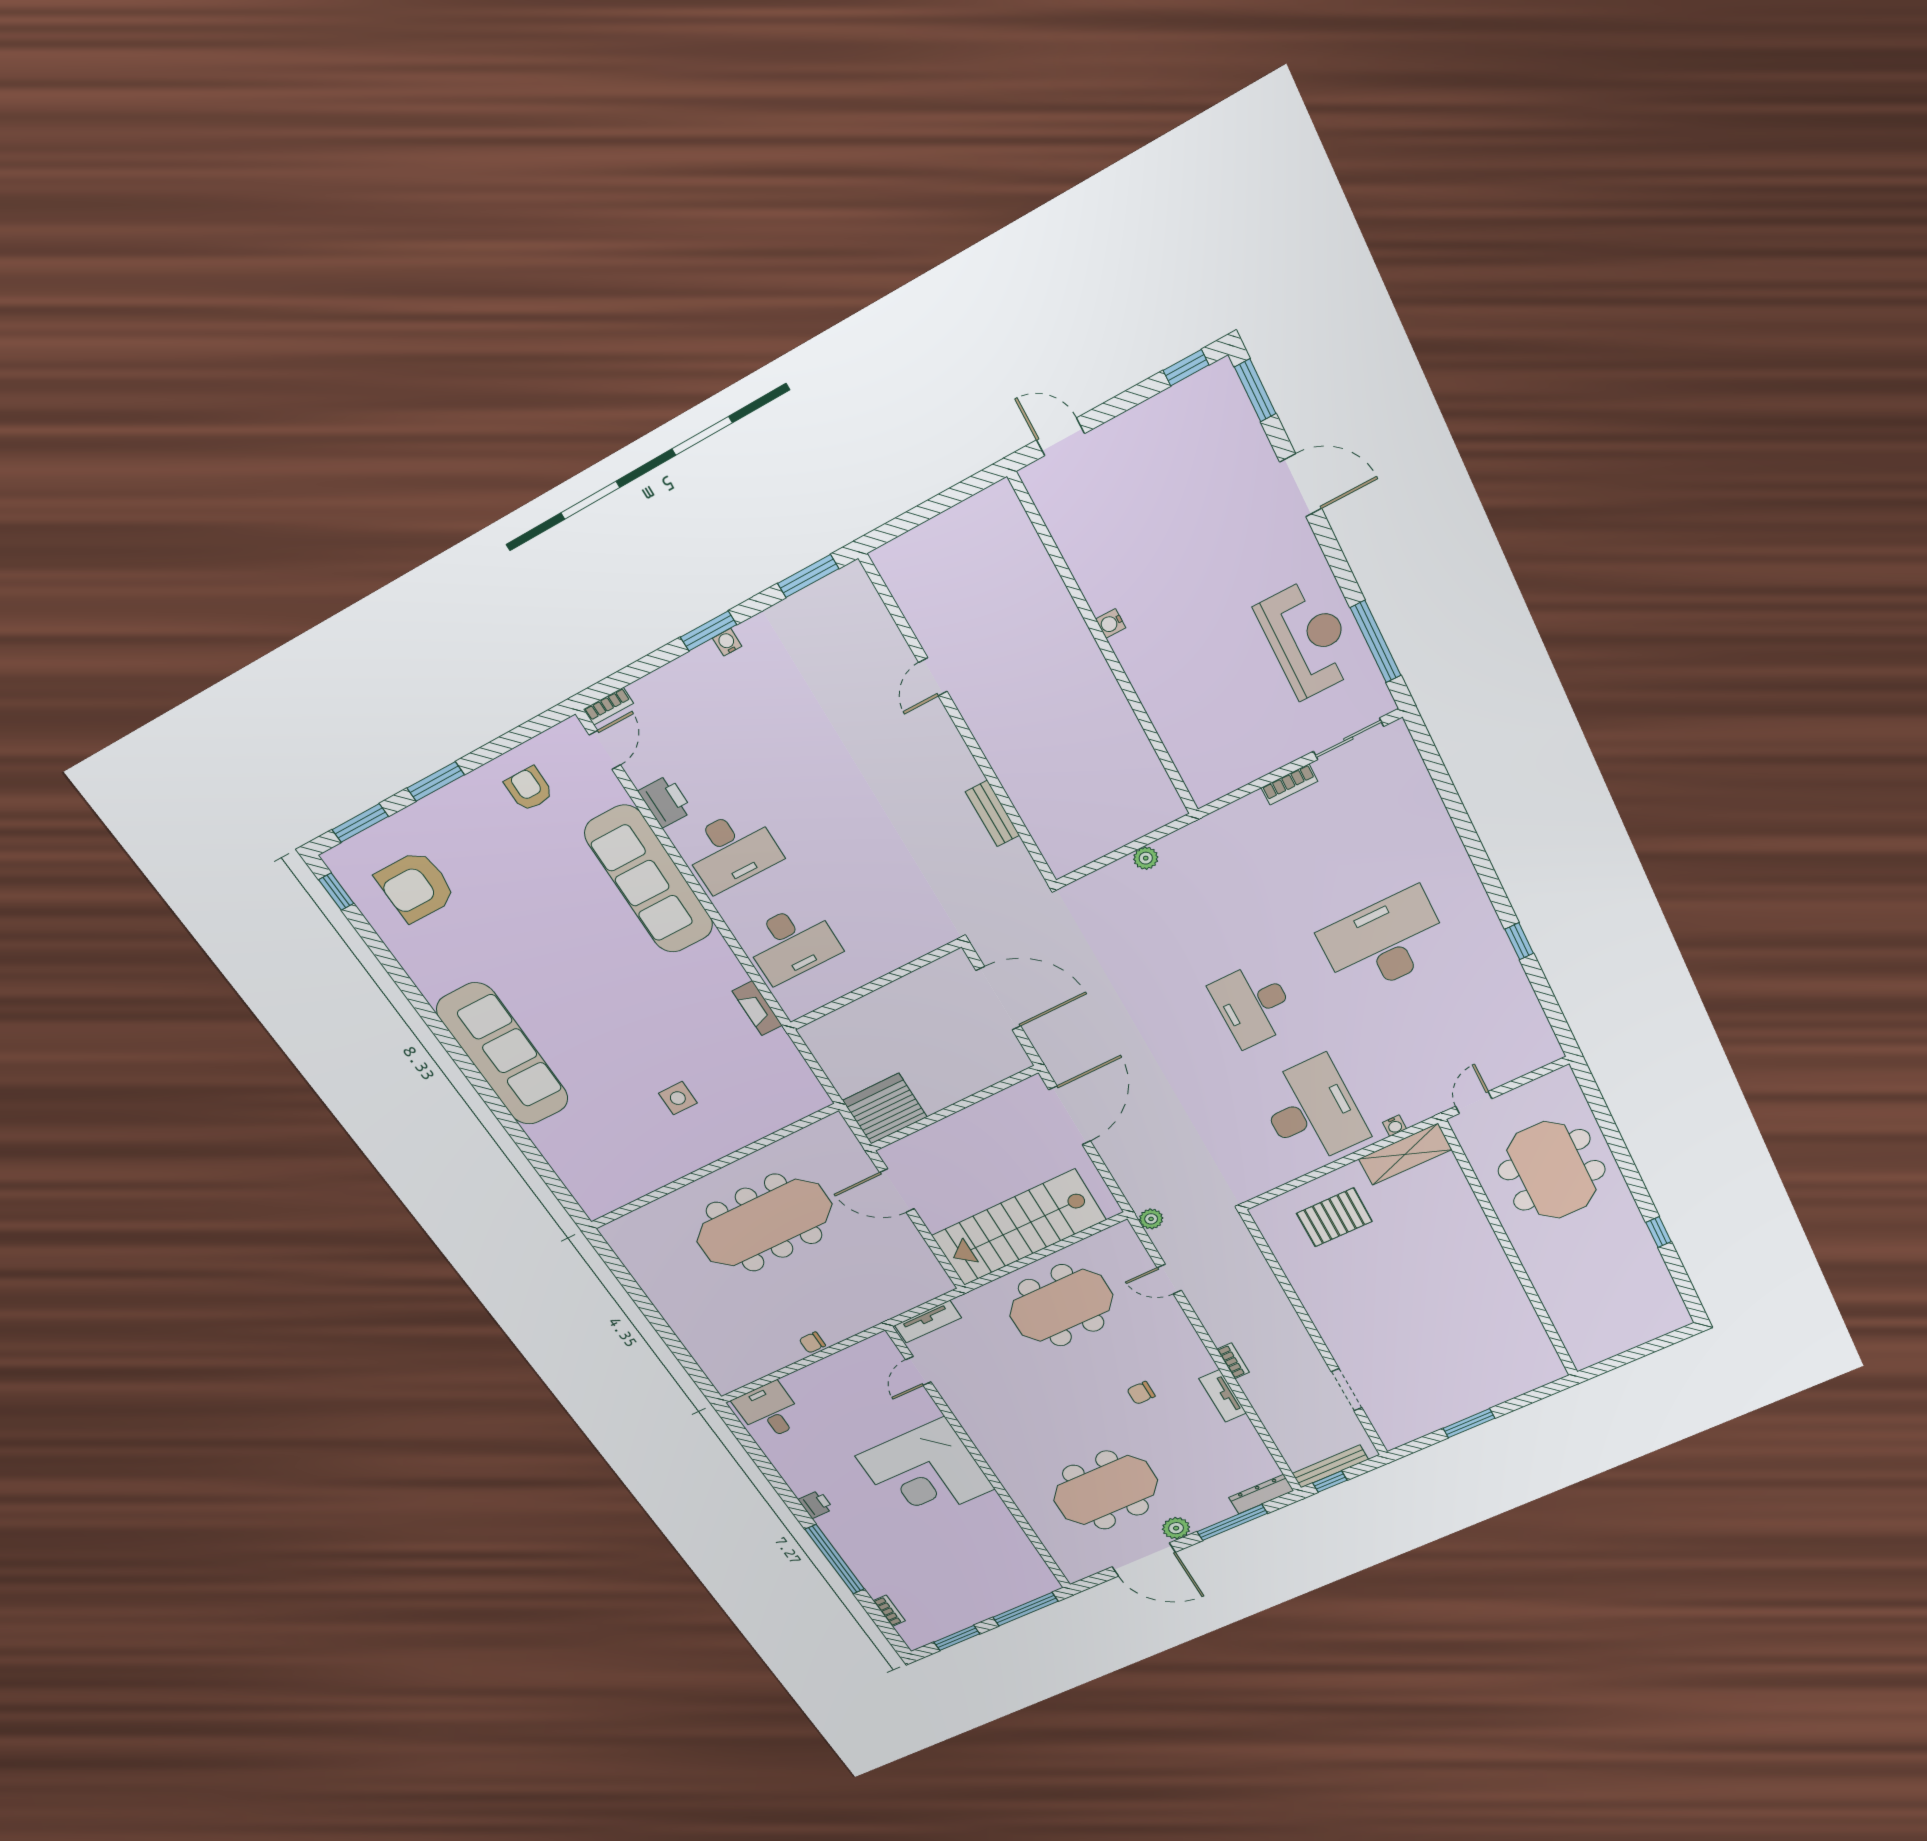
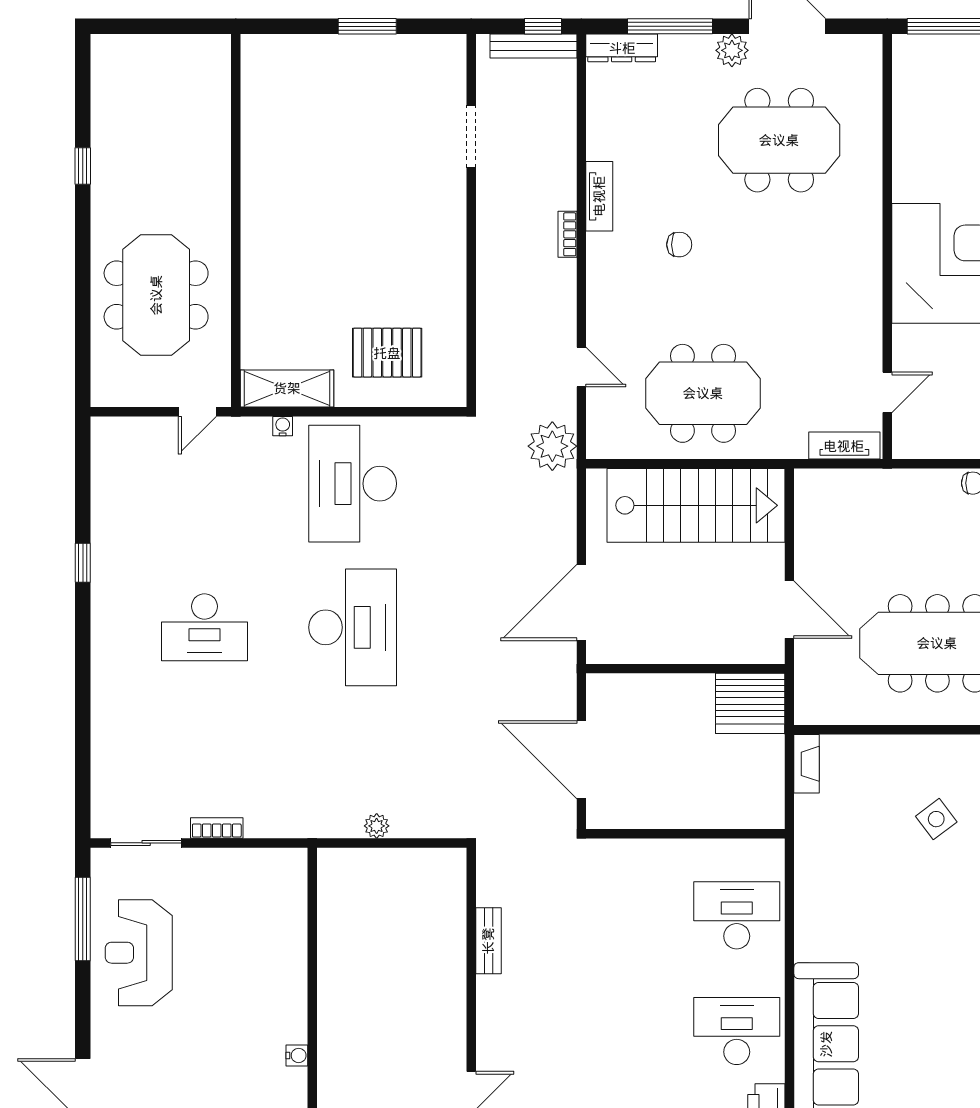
desk: (1384, 942) -> (204, 627), width x0.73, depth x0.77
desk: (1253, 1005) -> (353, 627), width x1.36, depth x1.30
fireplace: (757, 1008) -> (807, 764), moved
side table: (678, 1098) -> (936, 819), turned -37
plant: (1151, 1219) -> (552, 446), width x1.87, depth x1.87

